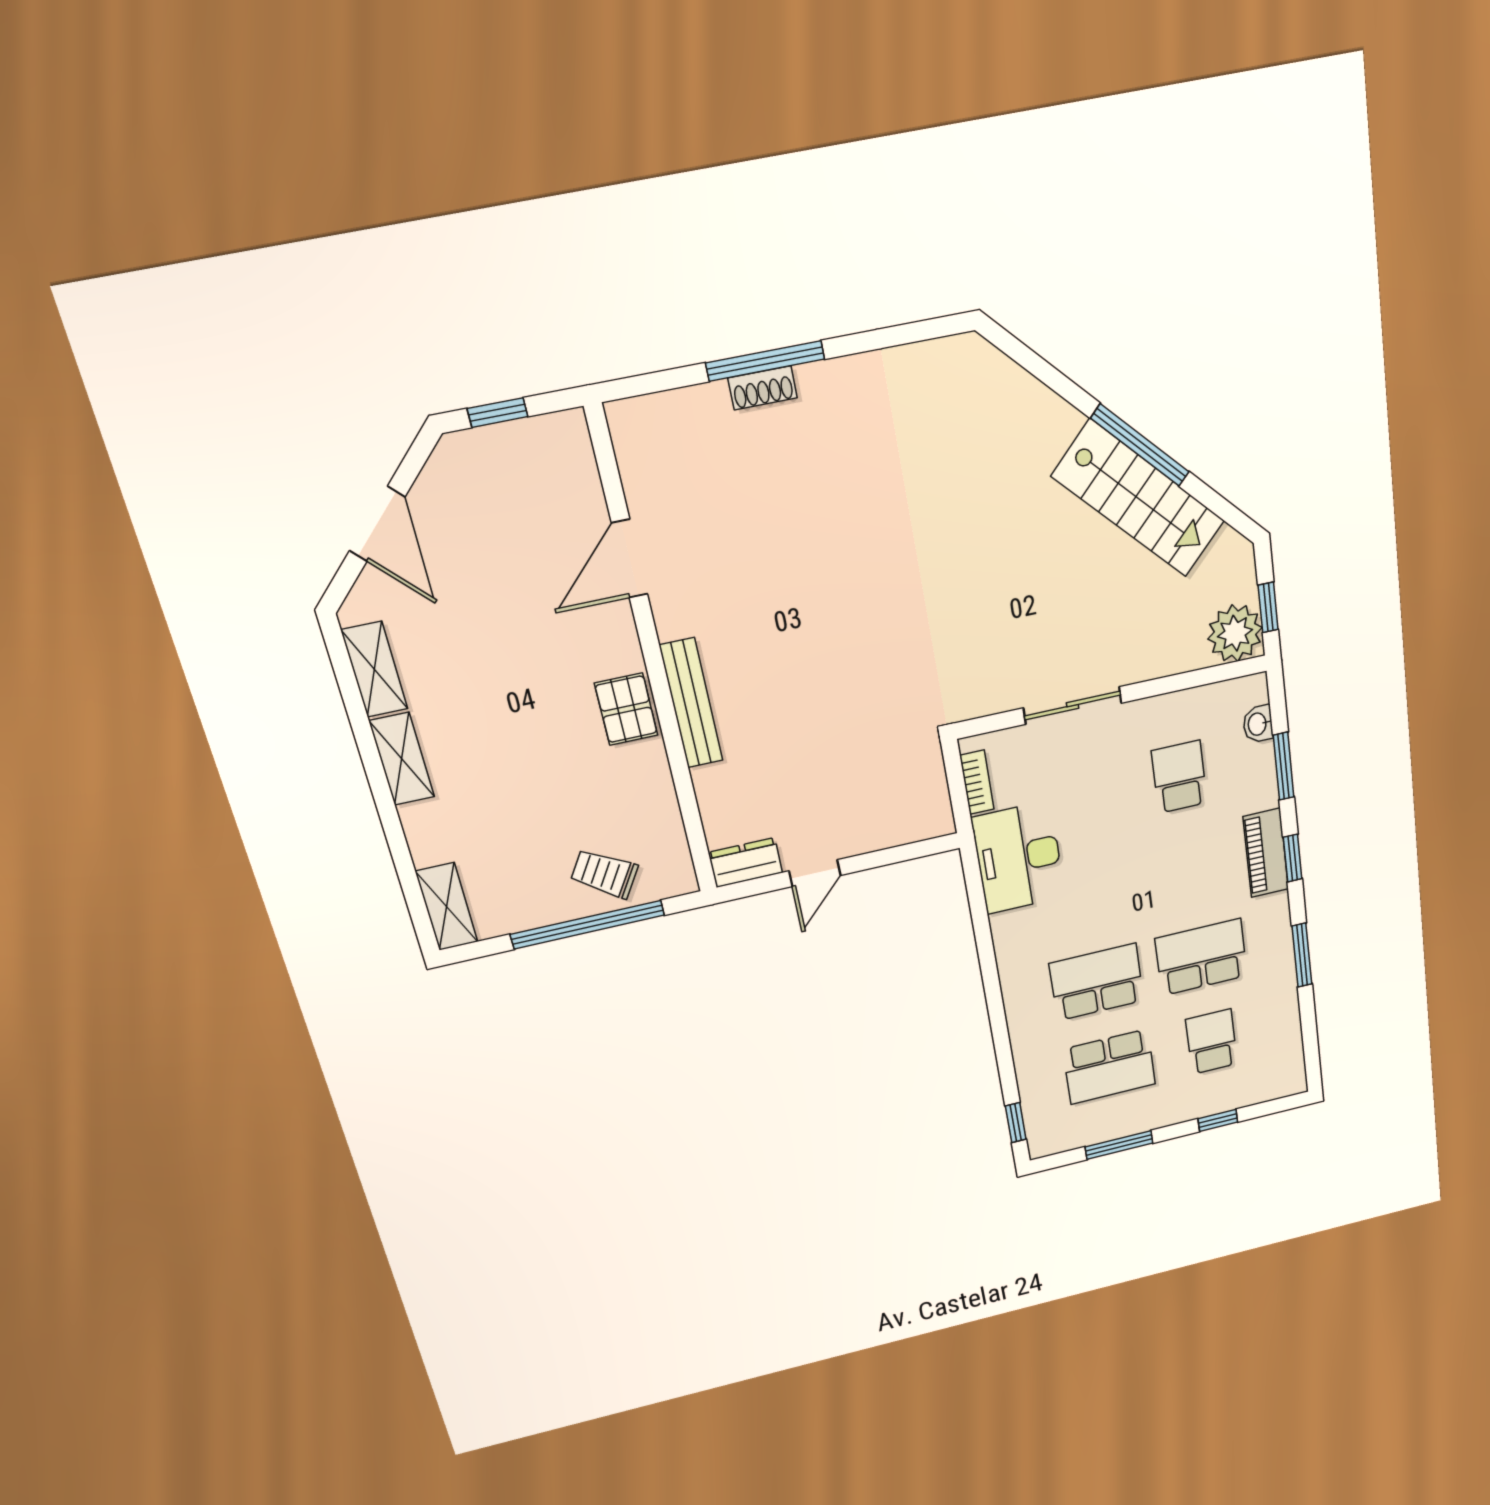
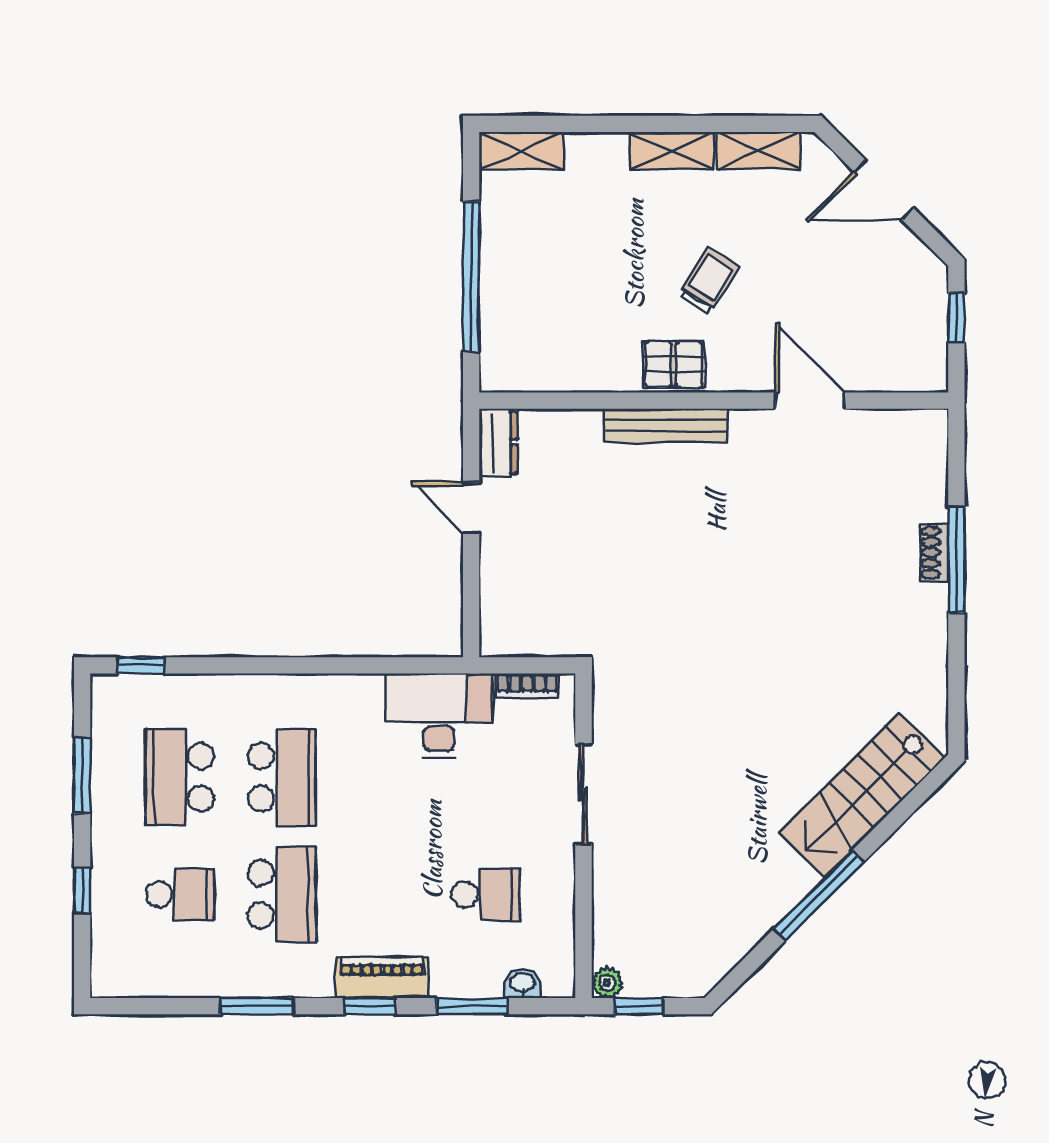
stairs: (1139, 499) -> (862, 795), moved
plant: (1235, 633) -> (607, 983), width x0.53, depth x0.53
trolley: (604, 874) -> (709, 281), moved

